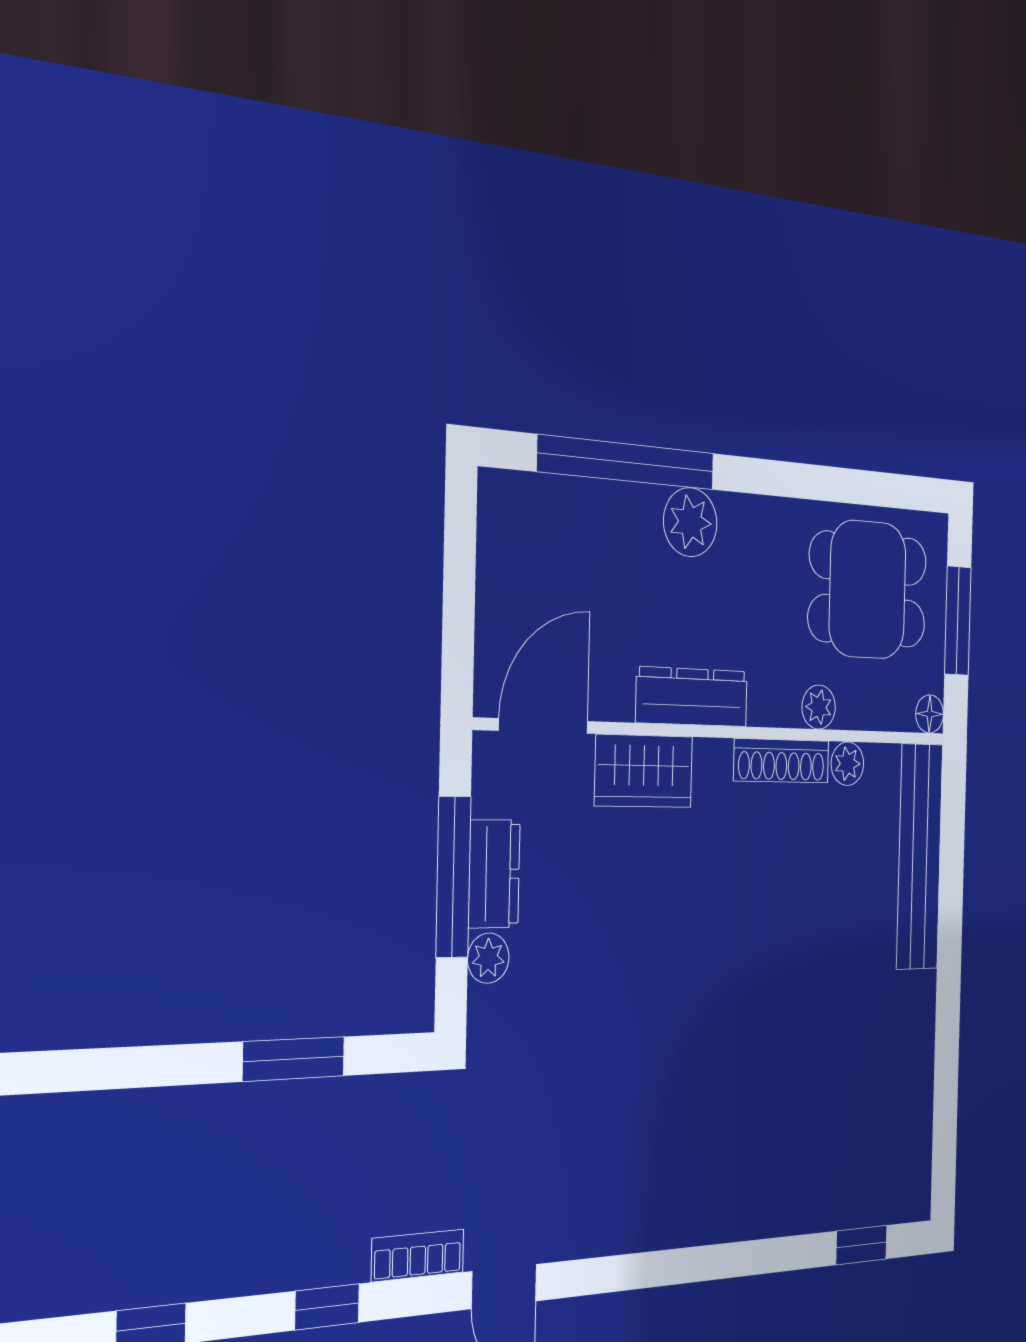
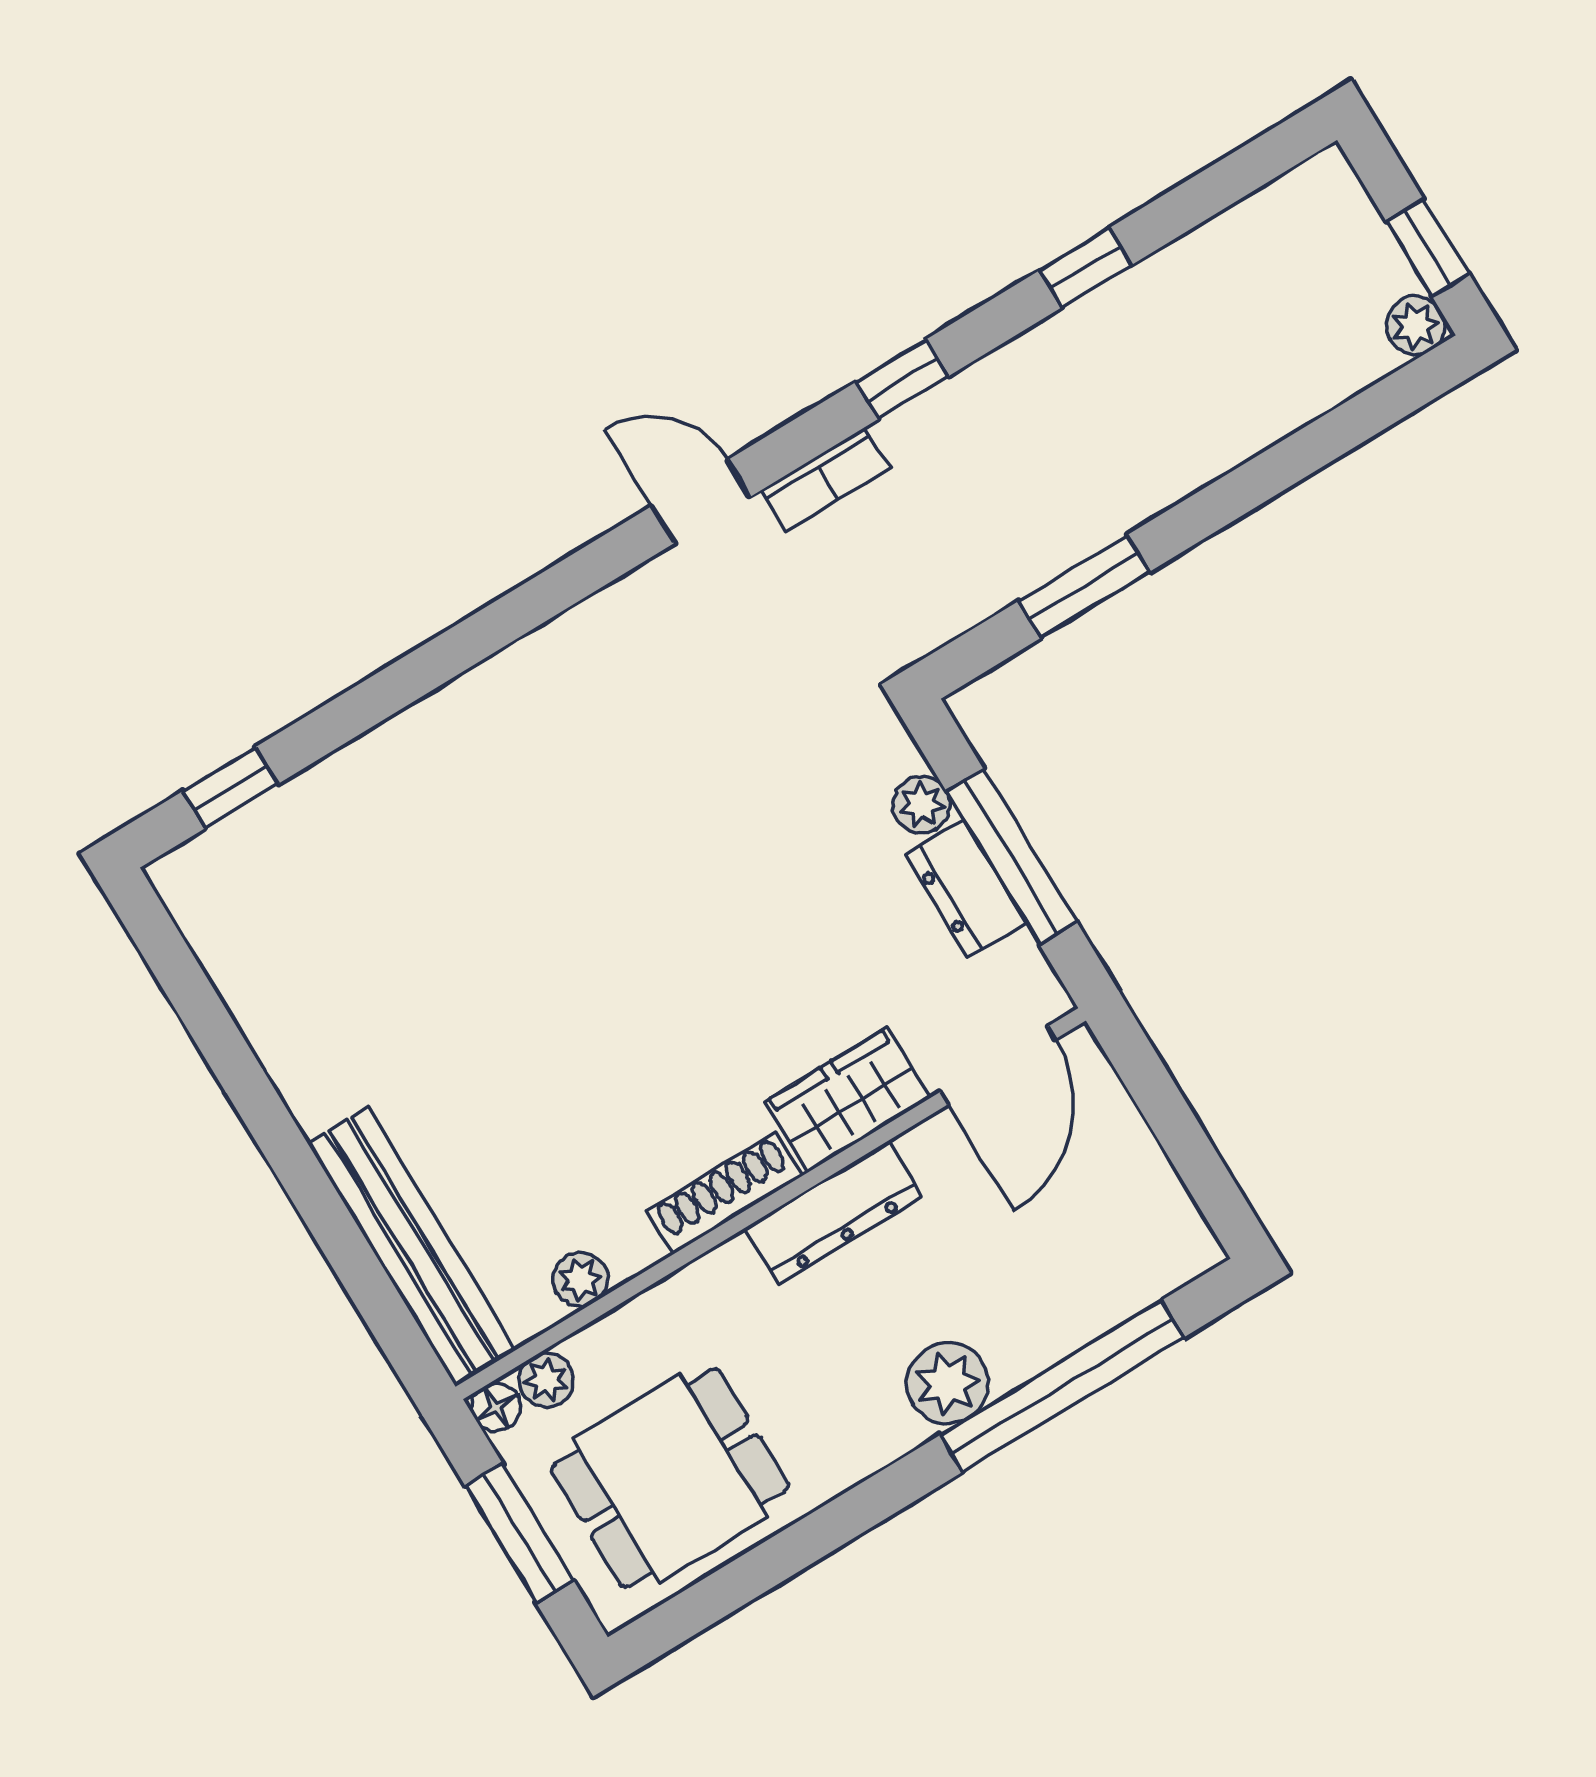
plant: (819, 707) -> (546, 1380), moved
shoe rack: (781, 761) -> (725, 1193), moved

